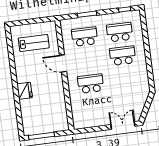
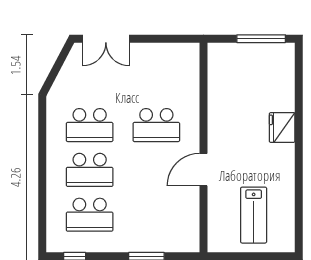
school desk: (85, 37) -> (90, 125), moved
lab bench: (34, 43) -> (254, 215), turned -90
door: (63, 63) -> (204, 170), swing flipped

